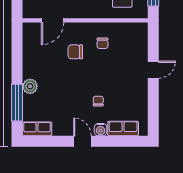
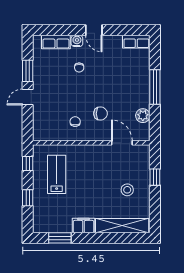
door: (52, 20) -> (122, 143), hinge flipped
plant: (30, 86) -> (143, 116), moved
window: (153, 98) -> (28, 71), added
window: (17, 103) -> (155, 87), moved

